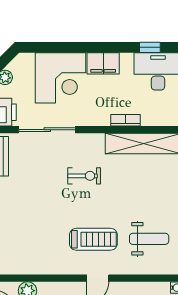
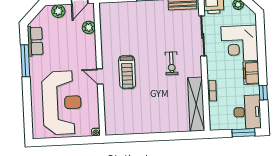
window: (150, 47) -> (263, 93), moved
weight bench: (149, 239) -> (129, 111), removed

